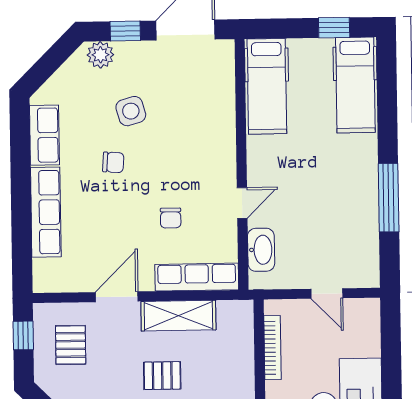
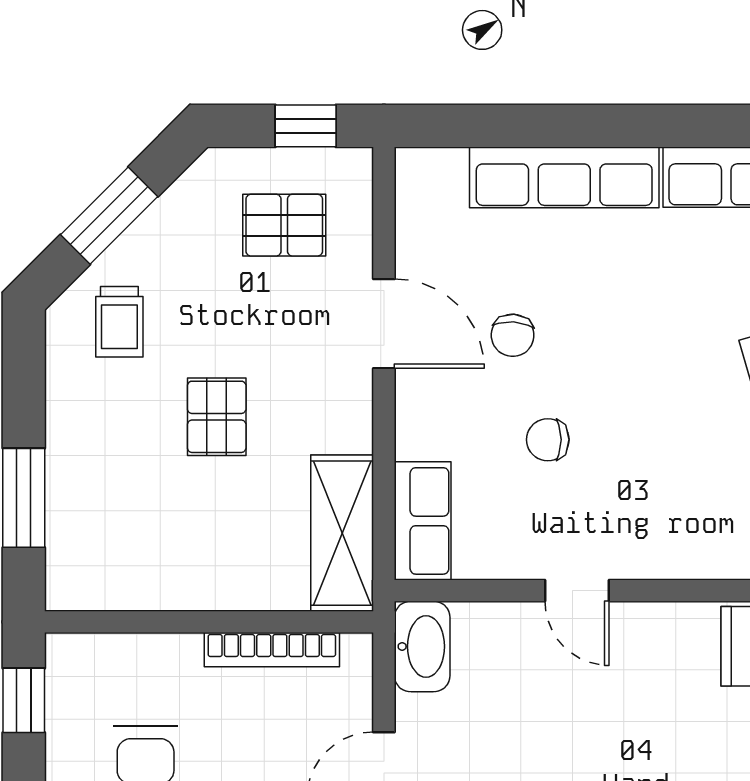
chair: (113, 162) -> (513, 335), moved
washbasin: (261, 250) -> (422, 646), moved, turned -90
row of seats: (197, 277) -> (423, 521), width x0.68
shelving: (178, 316) -> (342, 533), moved

